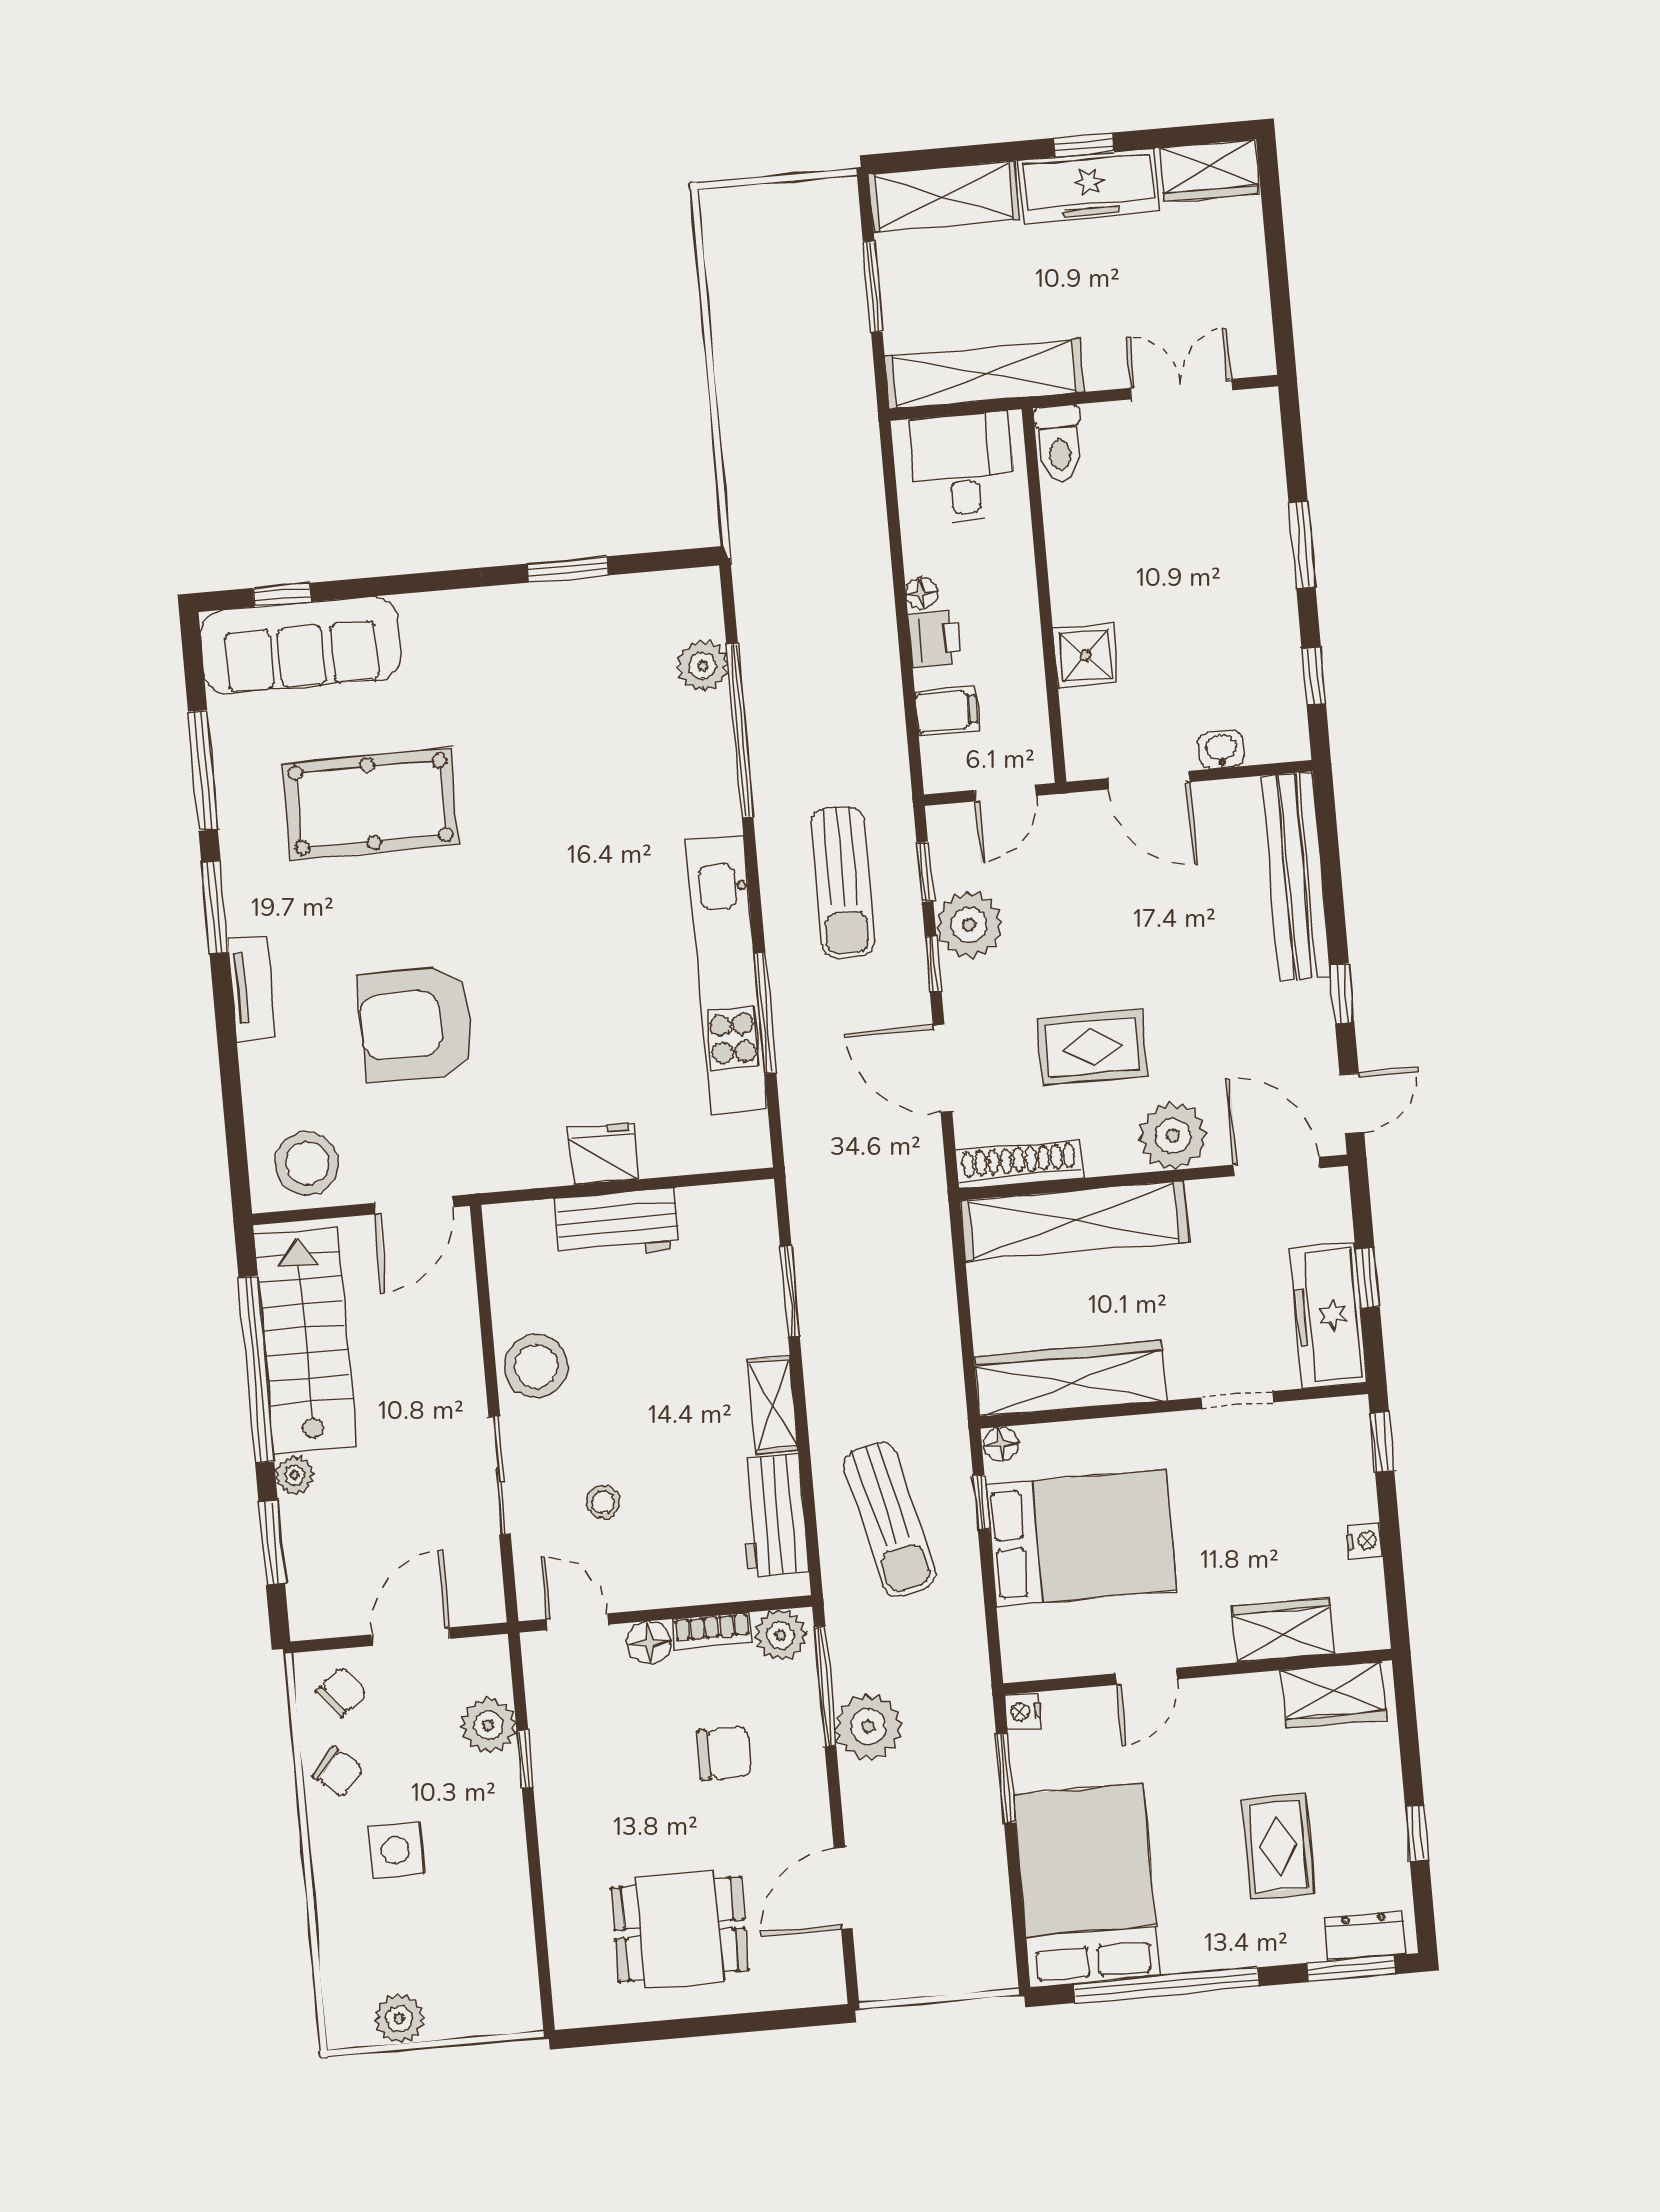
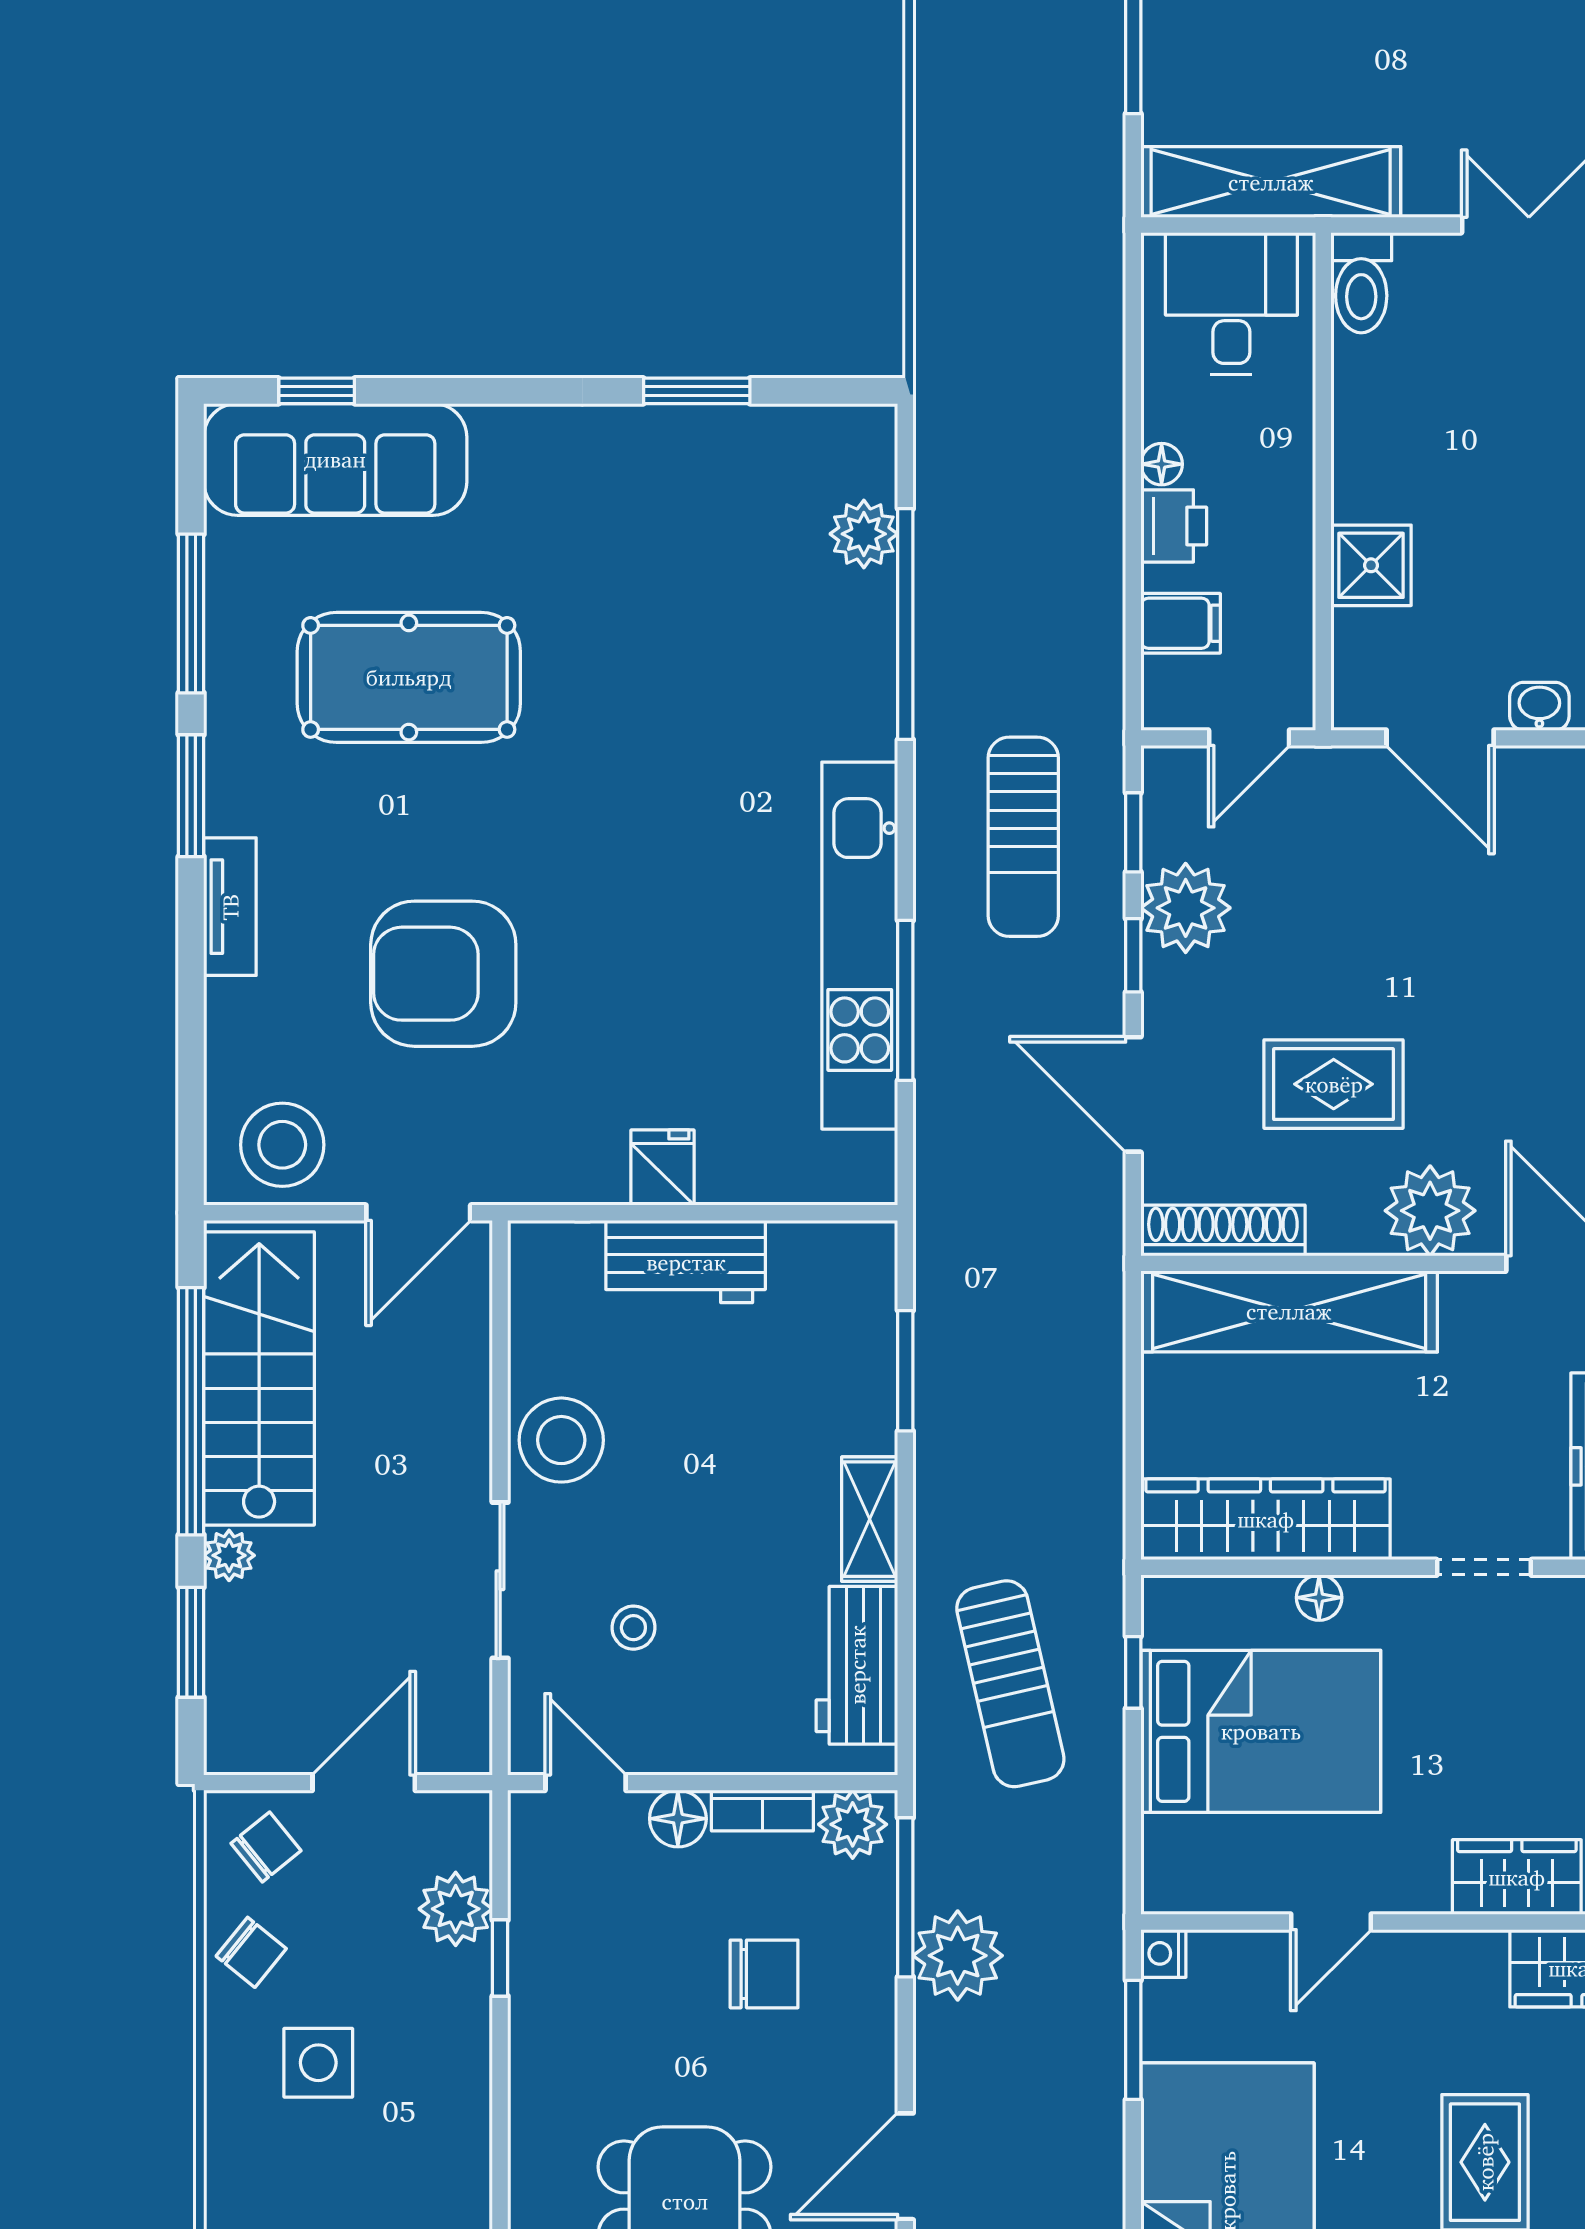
fridge: (603, 1154) -> (662, 1168), width x0.72
floor lamp: (1001, 1444) -> (1319, 1598), moved

